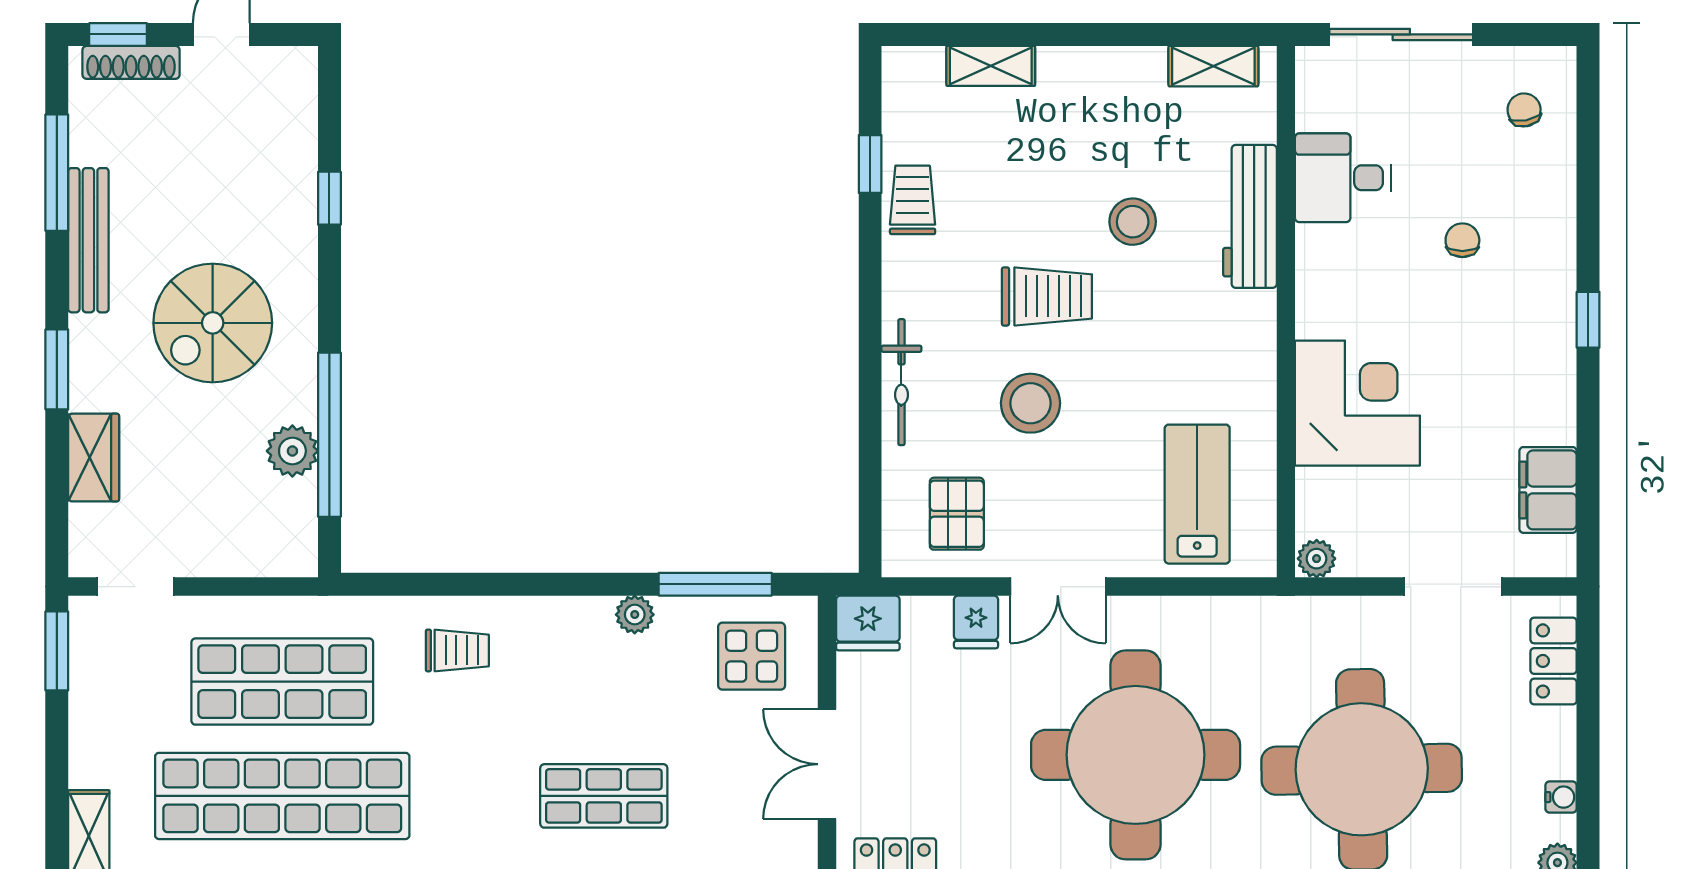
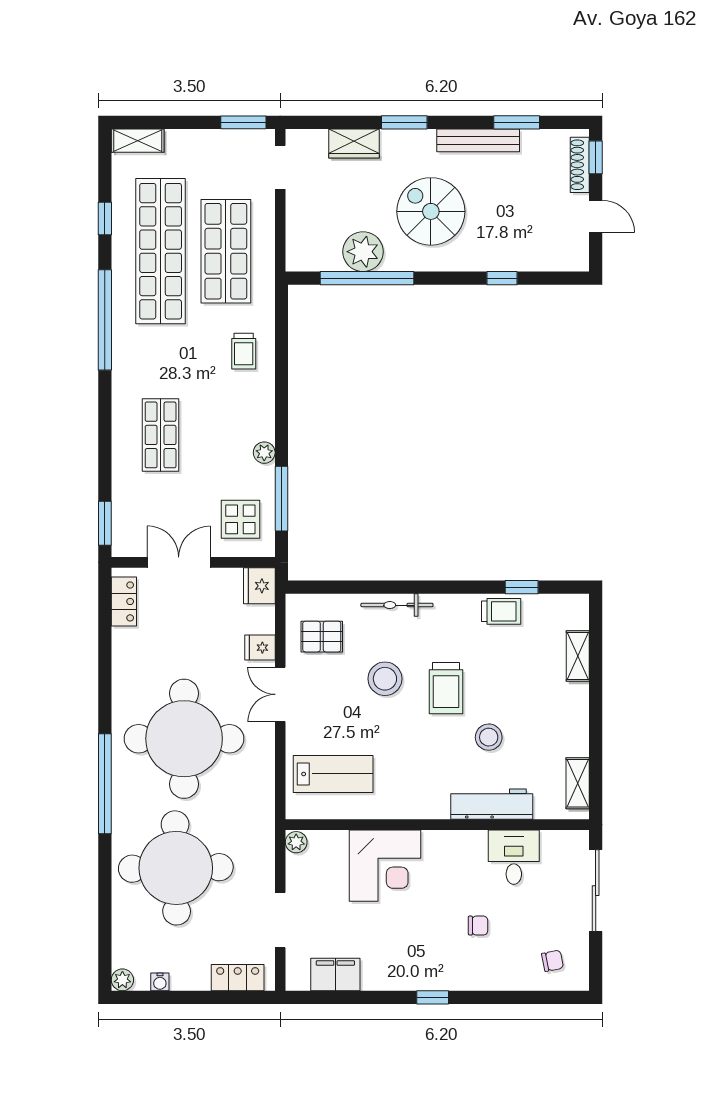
window: (57, 173) -> (517, 122), width x0.69
plant: (292, 451) -> (363, 252), width x1.36, depth x1.36

